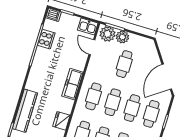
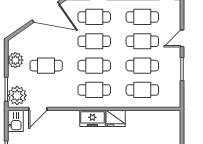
plant: (122, 37) -> (15, 60), moved
freezer: (72, 84) -> (92, 118), width x0.71
fridge: (61, 121) -> (116, 118), moved

